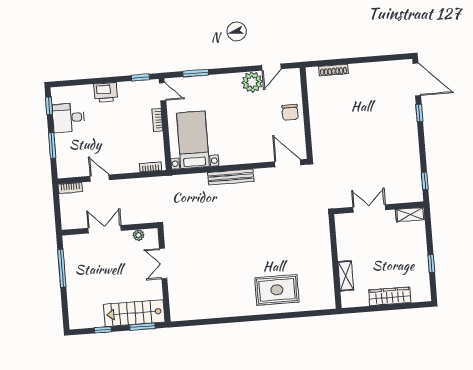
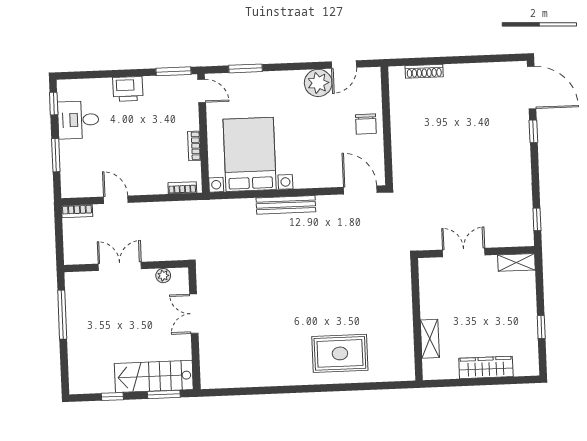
window: (140, 77) -> (174, 71), width x1.50
bookcase: (157, 120) -> (194, 146), moved
bed with nightstands: (193, 140) -> (250, 154), width x1.36

